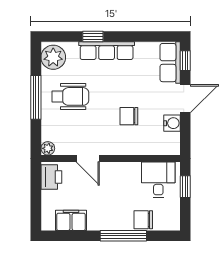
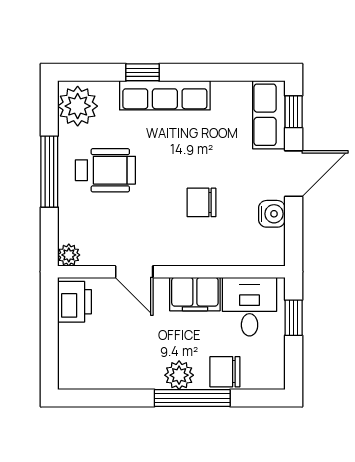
filing cabinet: (71, 220) -> (195, 294), moved, turned 180
plant: (115, 222) -> (179, 375), added

